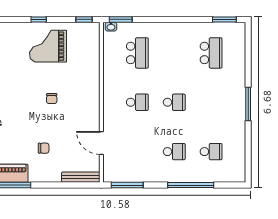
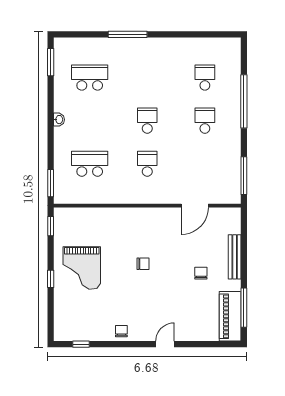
washbasin: (111, 27) -> (59, 120), moved
window: (248, 104) -> (128, 34), moved
bench: (81, 177) -> (235, 257), moved

